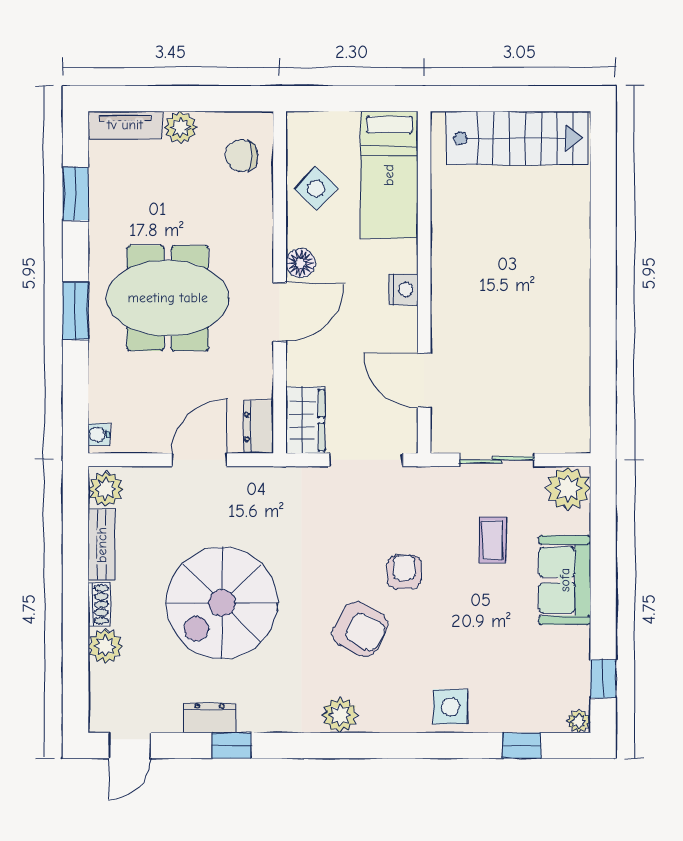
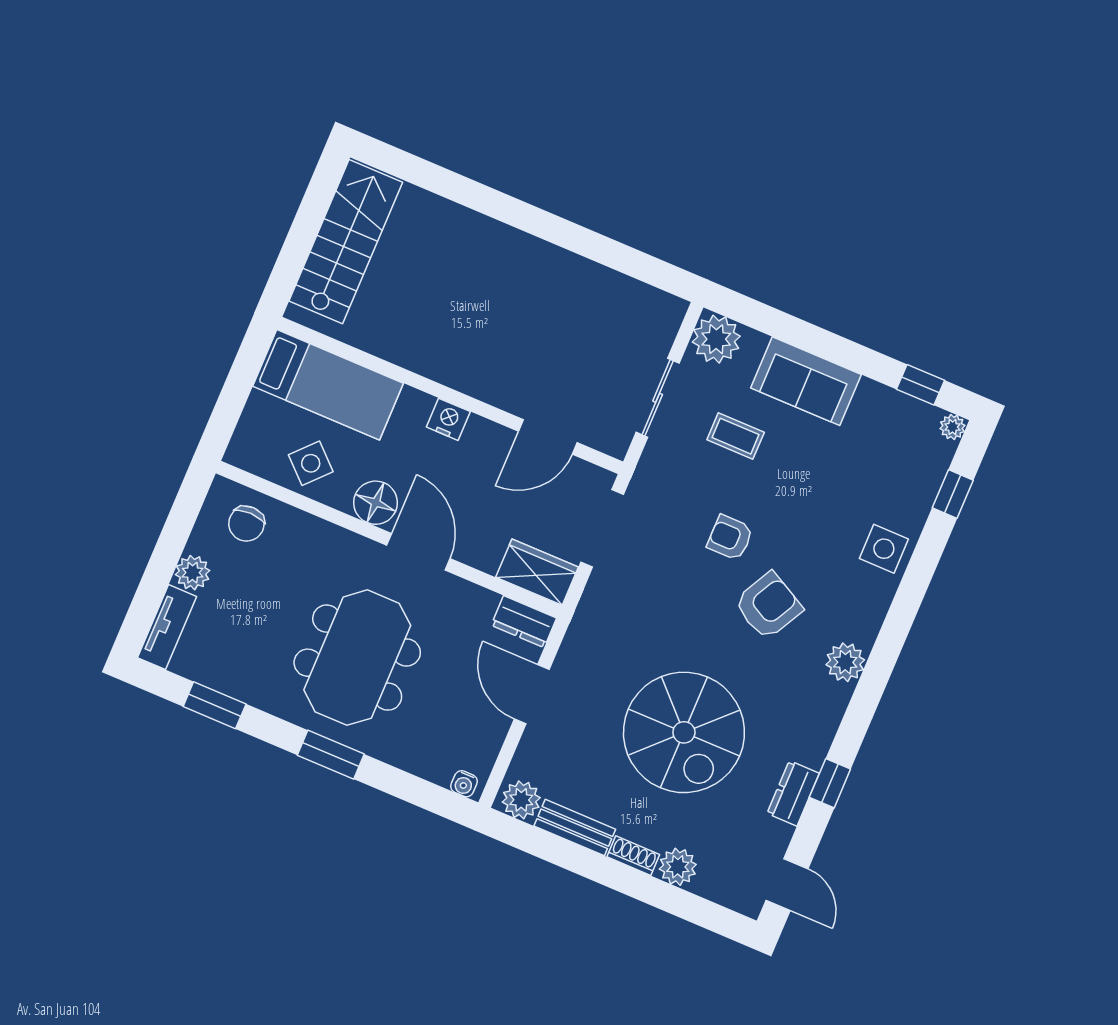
floor lamp: (301, 263) -> (376, 503), width x1.38, depth x1.38

